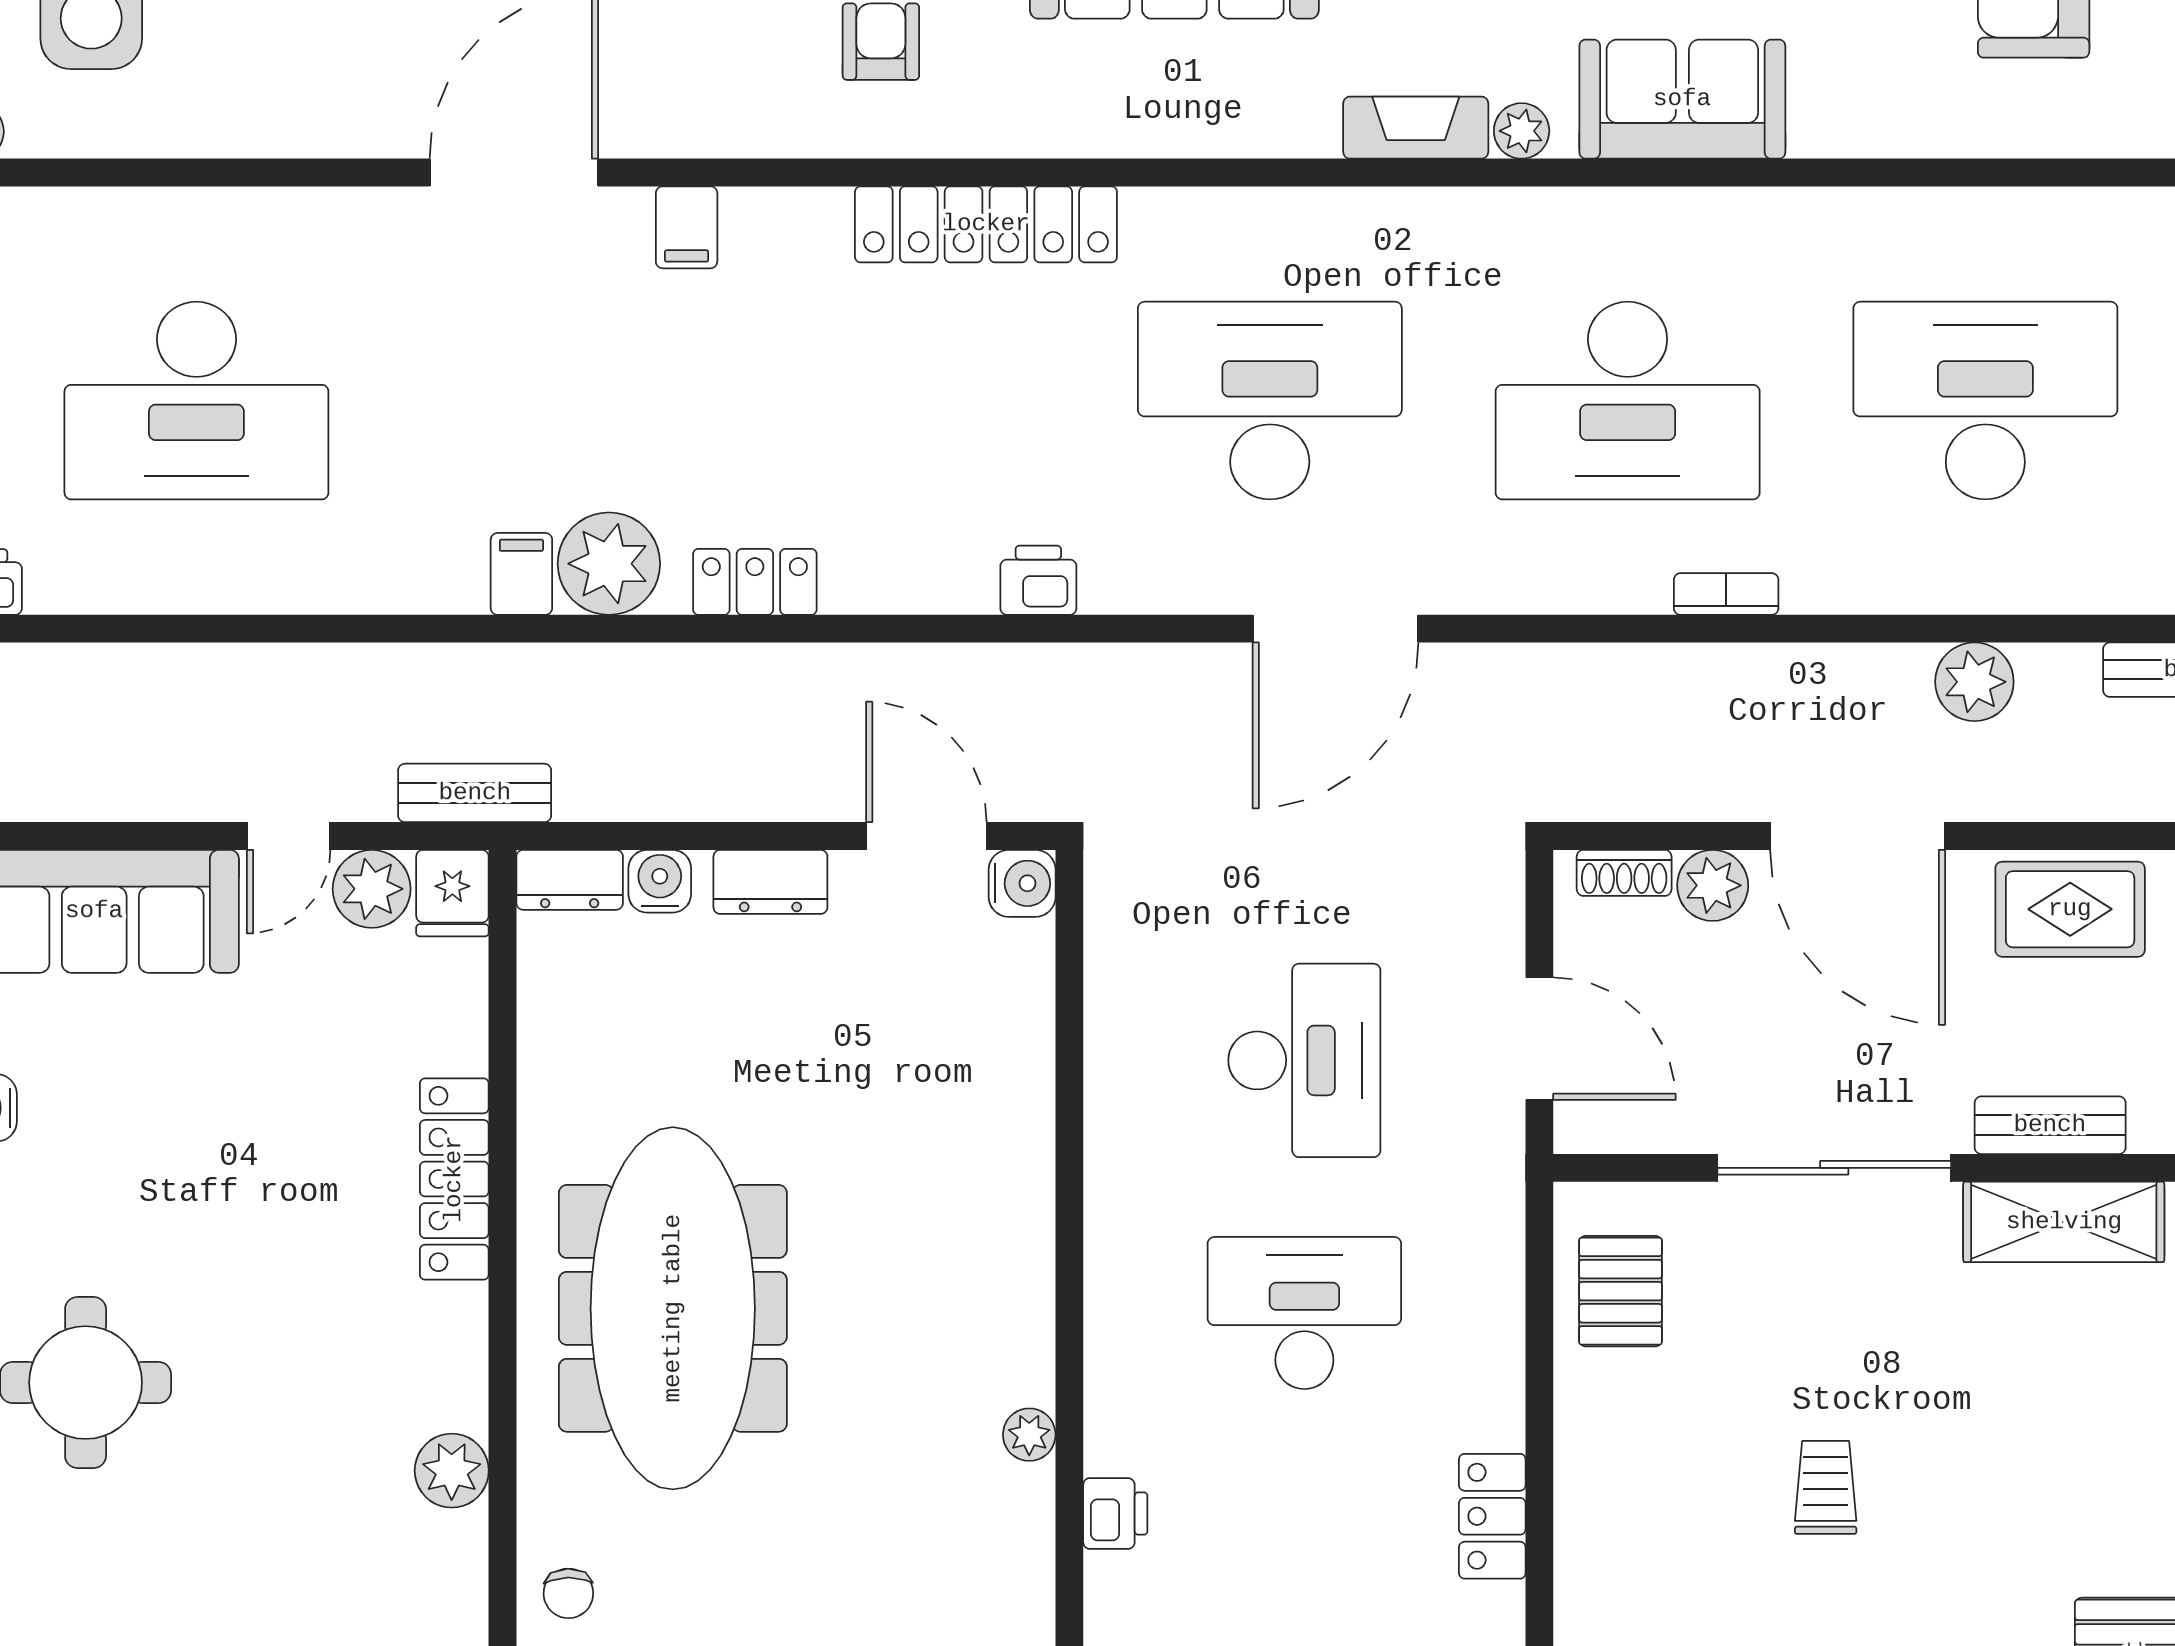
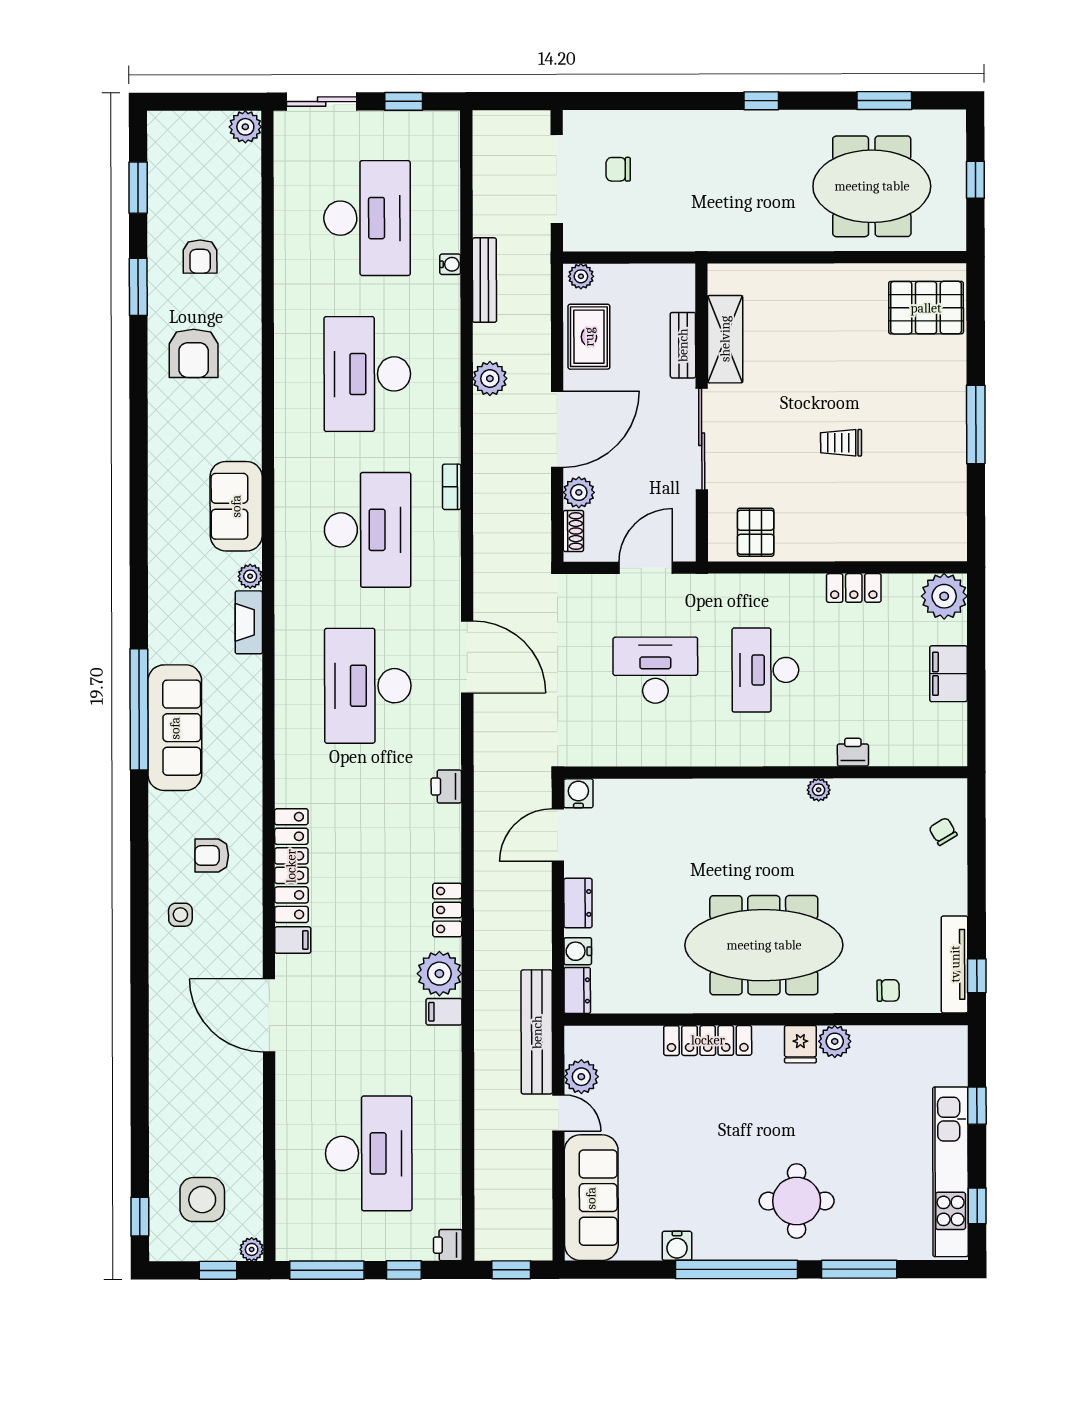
locker: (986, 224) -> (291, 866), moved
bench: (475, 793) -> (537, 1032), width x1.86, depth x1.21
fridge: (452, 893) -> (800, 1044), moved, turned 90
pallet: (1621, 1291) -> (756, 532), turned 90

